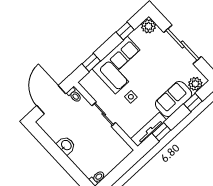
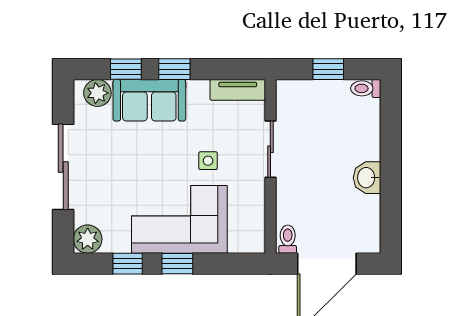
window: (91, 62) -> (177, 264), moved
sliding door: (104, 114) -> (270, 149), moved
tv unit: (148, 129) -> (238, 90), width x0.71
window: (161, 132) -> (174, 69), moved
window: (118, 172) -> (328, 69), added

